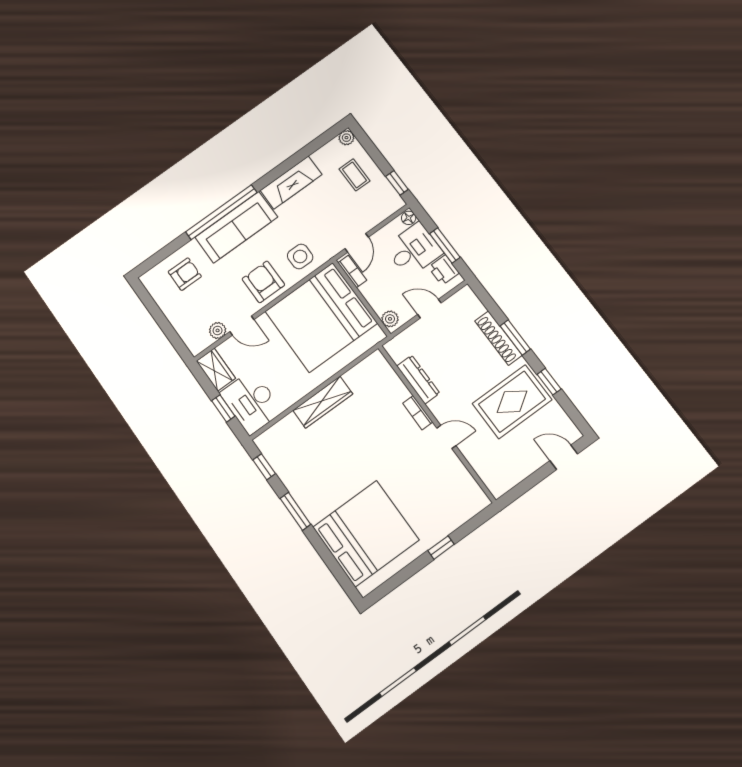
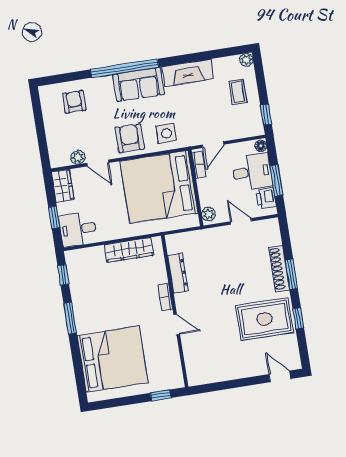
sofa: (236, 227) -> (139, 84), width x0.73
armchair: (185, 274) -> (74, 102), turned -90
dresser: (418, 379) -> (178, 273), moved
desk: (251, 402) -> (78, 229), width x0.73
bookcase: (418, 413) -> (165, 297), moved
wall: (436, 423) -> (175, 311), moved
door: (446, 437) -> (177, 325), moved

